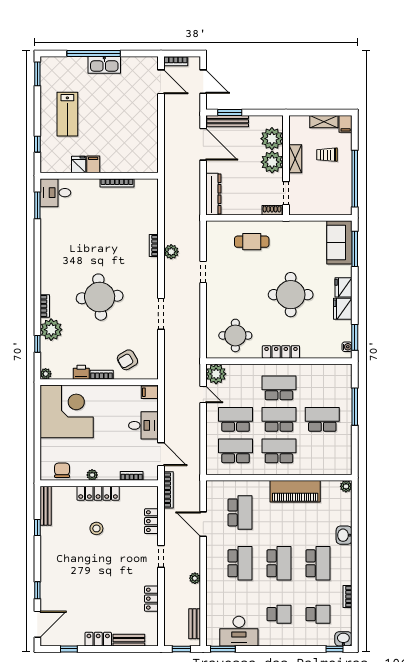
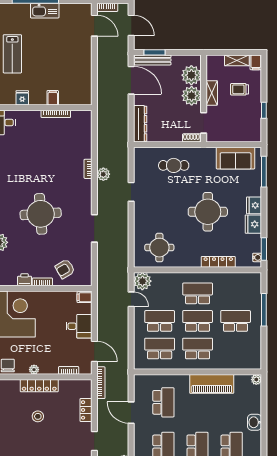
filing cabinet: (93, 164) -> (53, 98), moved
window: (355, 179) -> (264, 110), width x0.32
sofa: (339, 242) -> (236, 158), moved, turned -90
locker: (281, 352) -> (218, 262), moved

